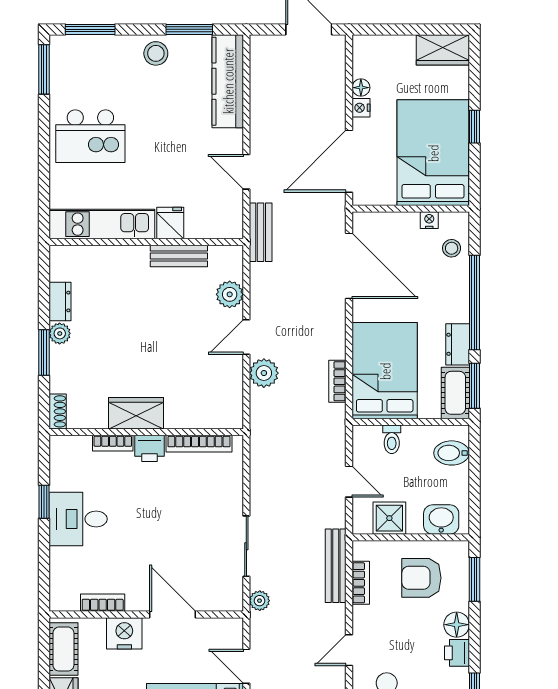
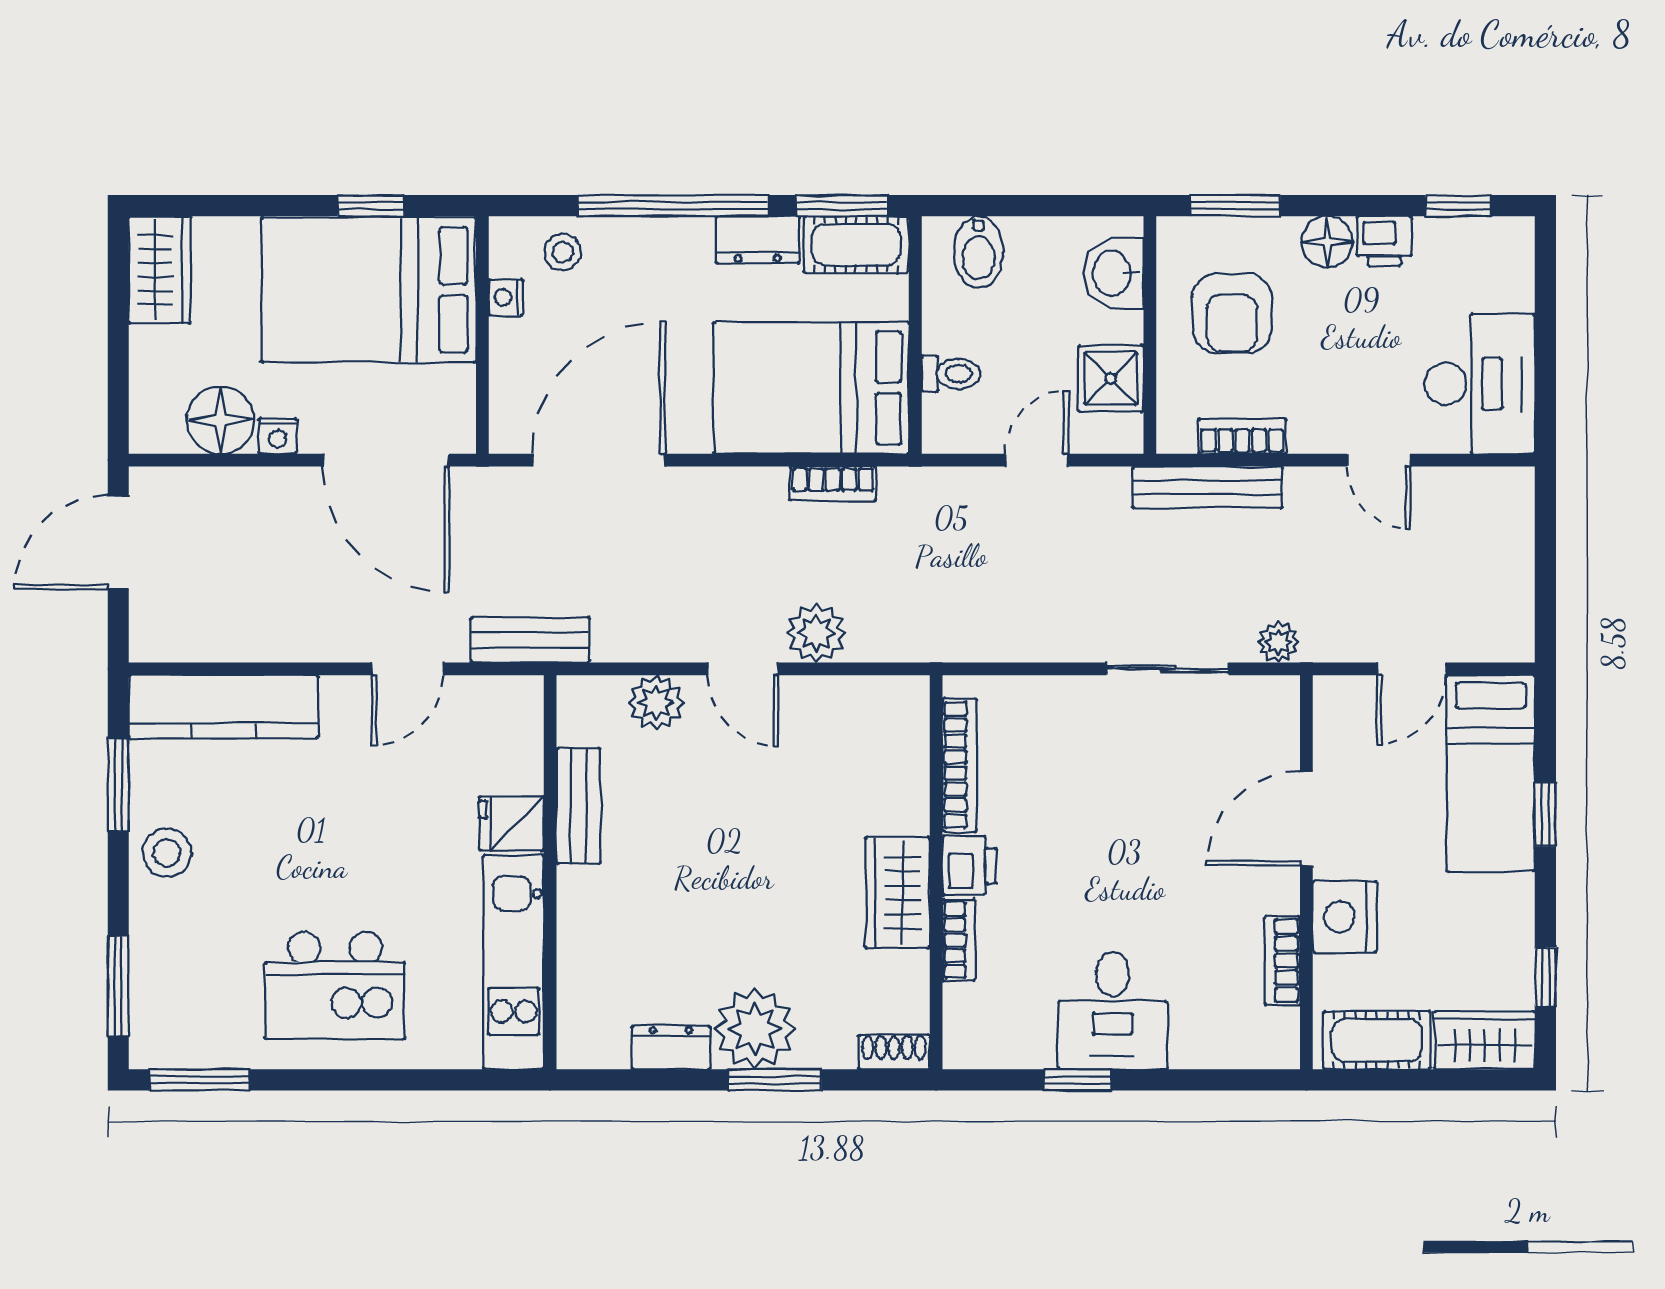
floor lamp: (361, 88) -> (220, 420), width x1.89, depth x1.89
window: (474, 127) -> (371, 206), moved
kitchen island: (90, 136) -> (335, 986), turned 90
plant: (60, 333) -> (755, 1029), width x1.88, depth x1.88

